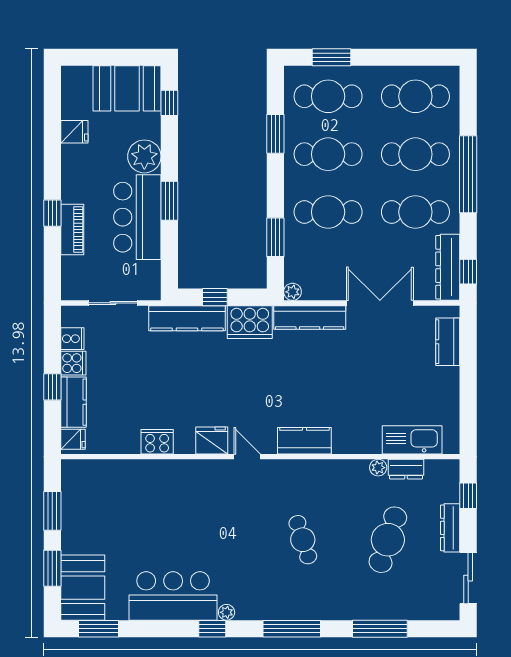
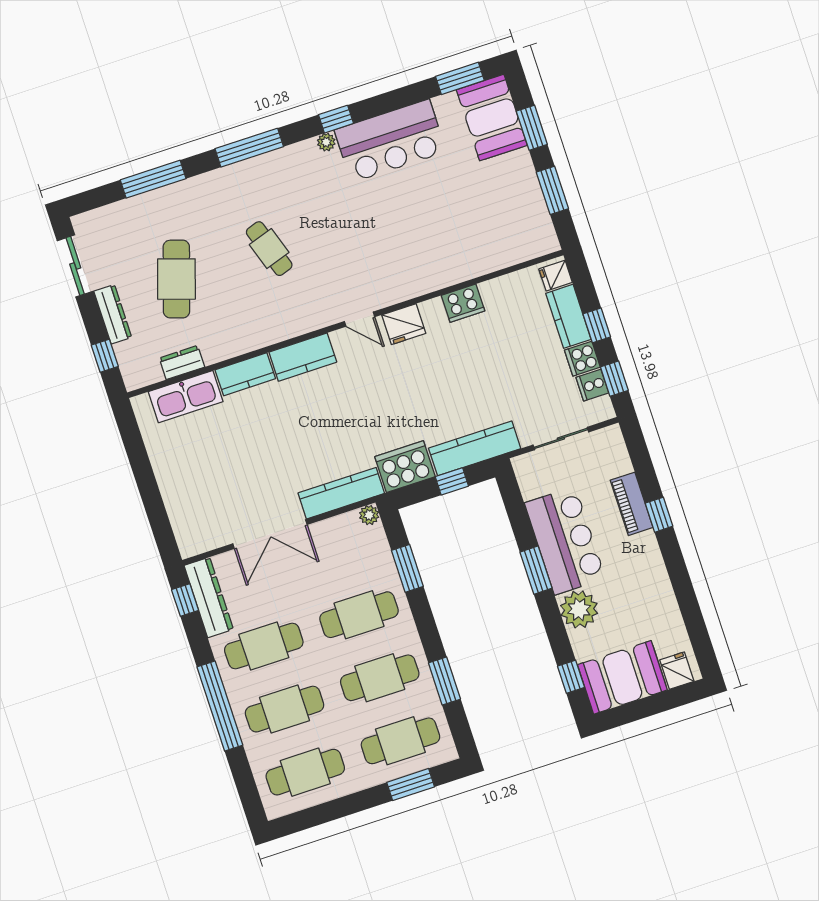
fridge: (74, 132) -> (677, 671), moved, turned 90
window: (52, 338) -> (614, 379), added
kitchen counter: (448, 342) -> (245, 374), moved, turned 90
plant: (378, 468) -> (213, 354), removed

